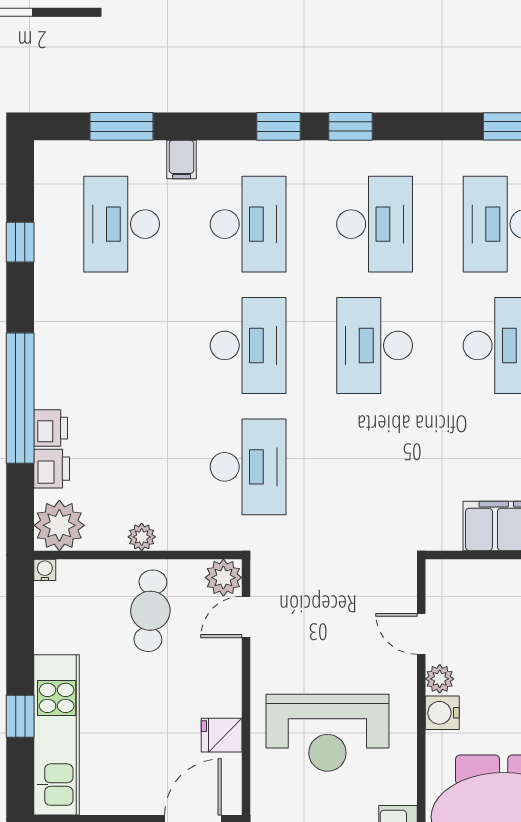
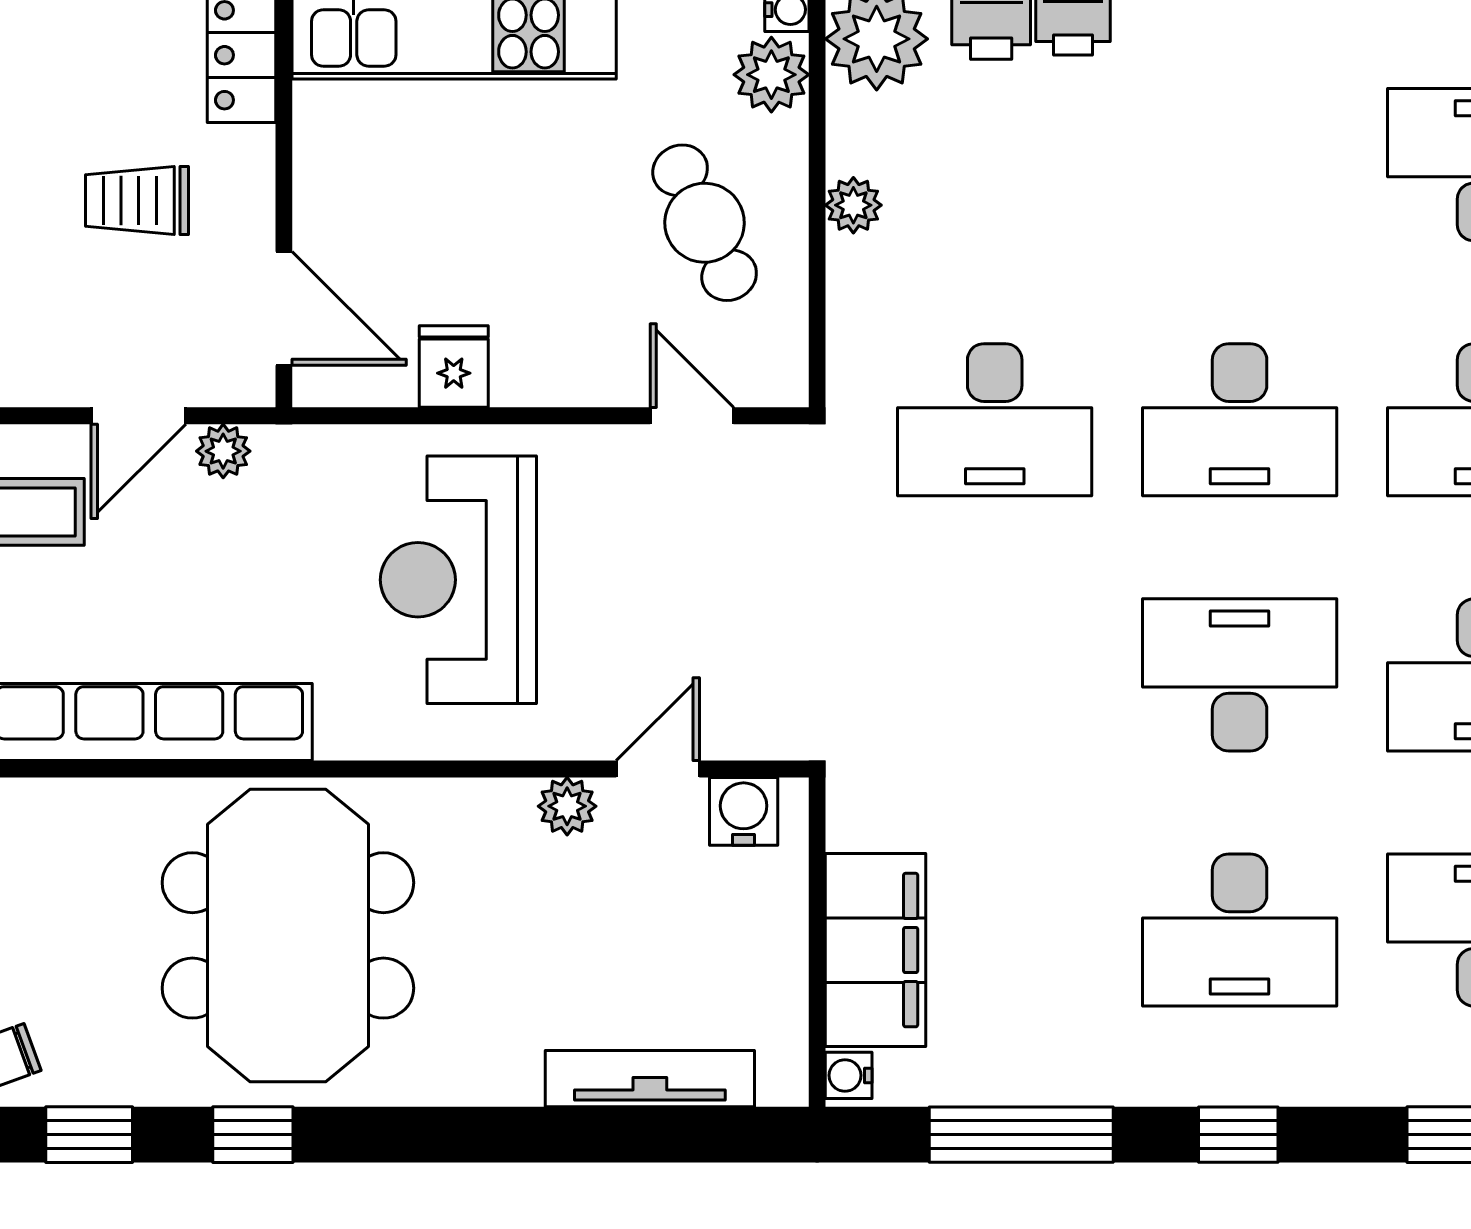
plant: (223, 578) -> (771, 75), moved
cafe table: (150, 611) -> (705, 223), turned 60
water cooler: (442, 713) -> (744, 811), moved

